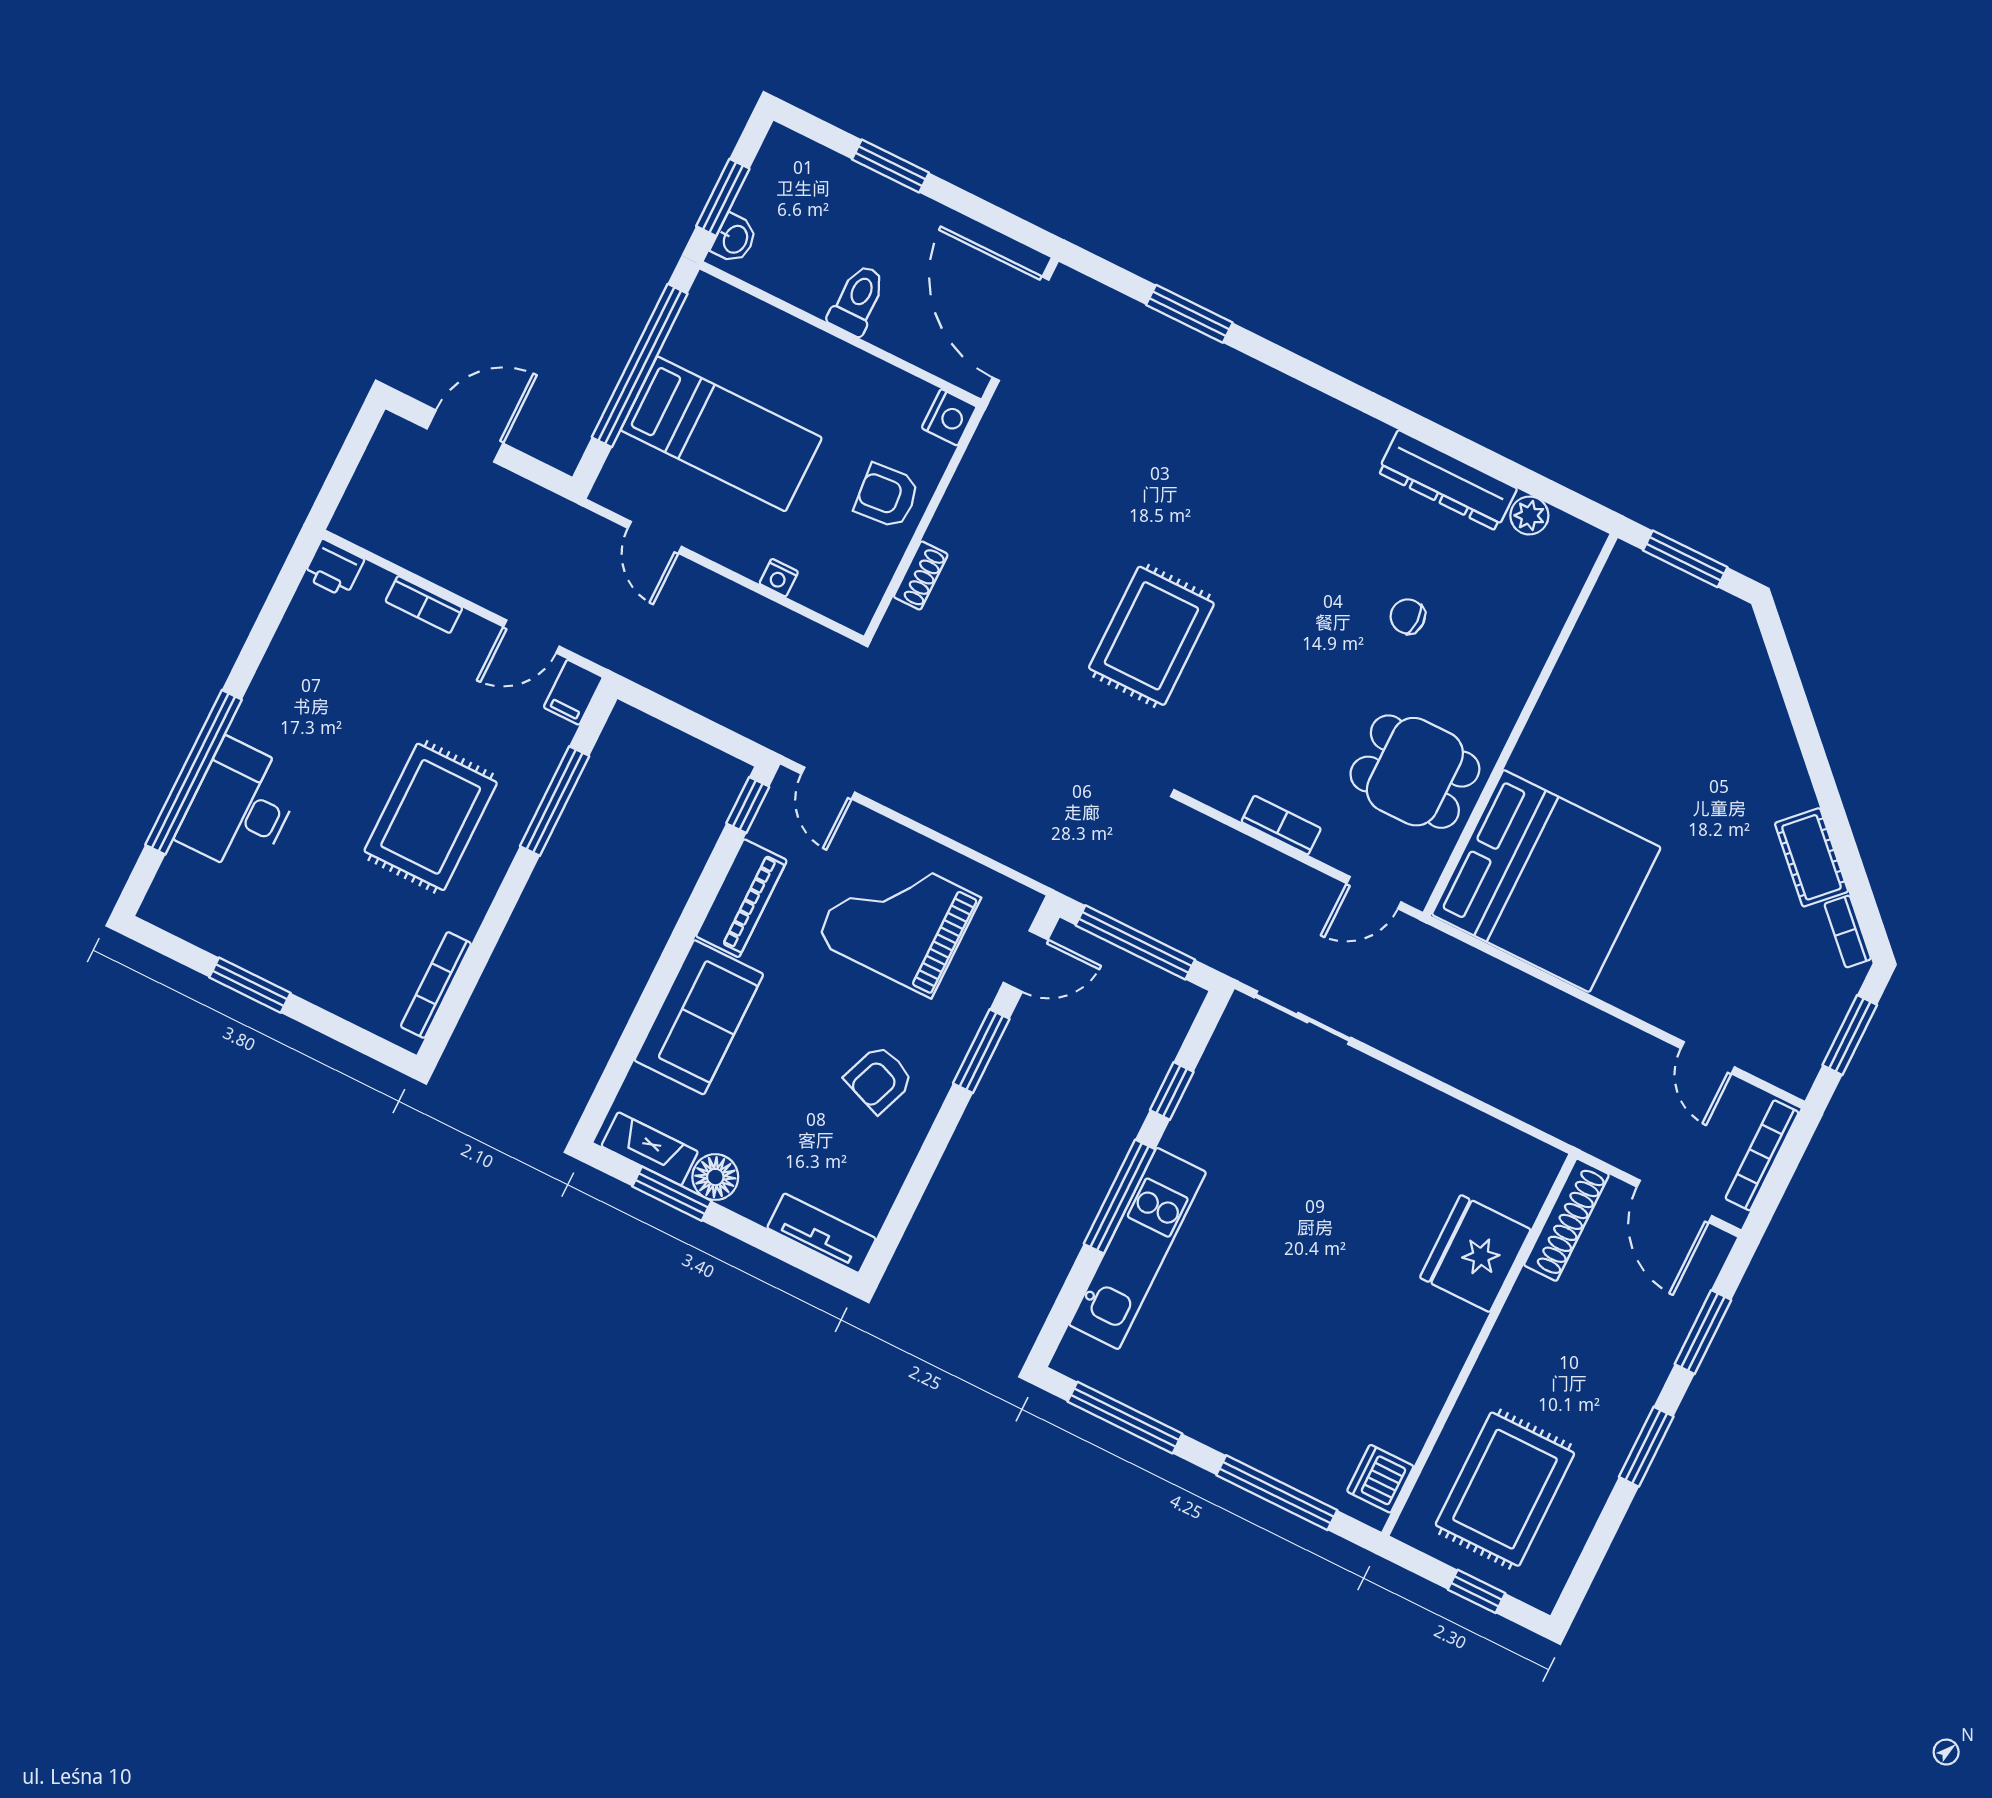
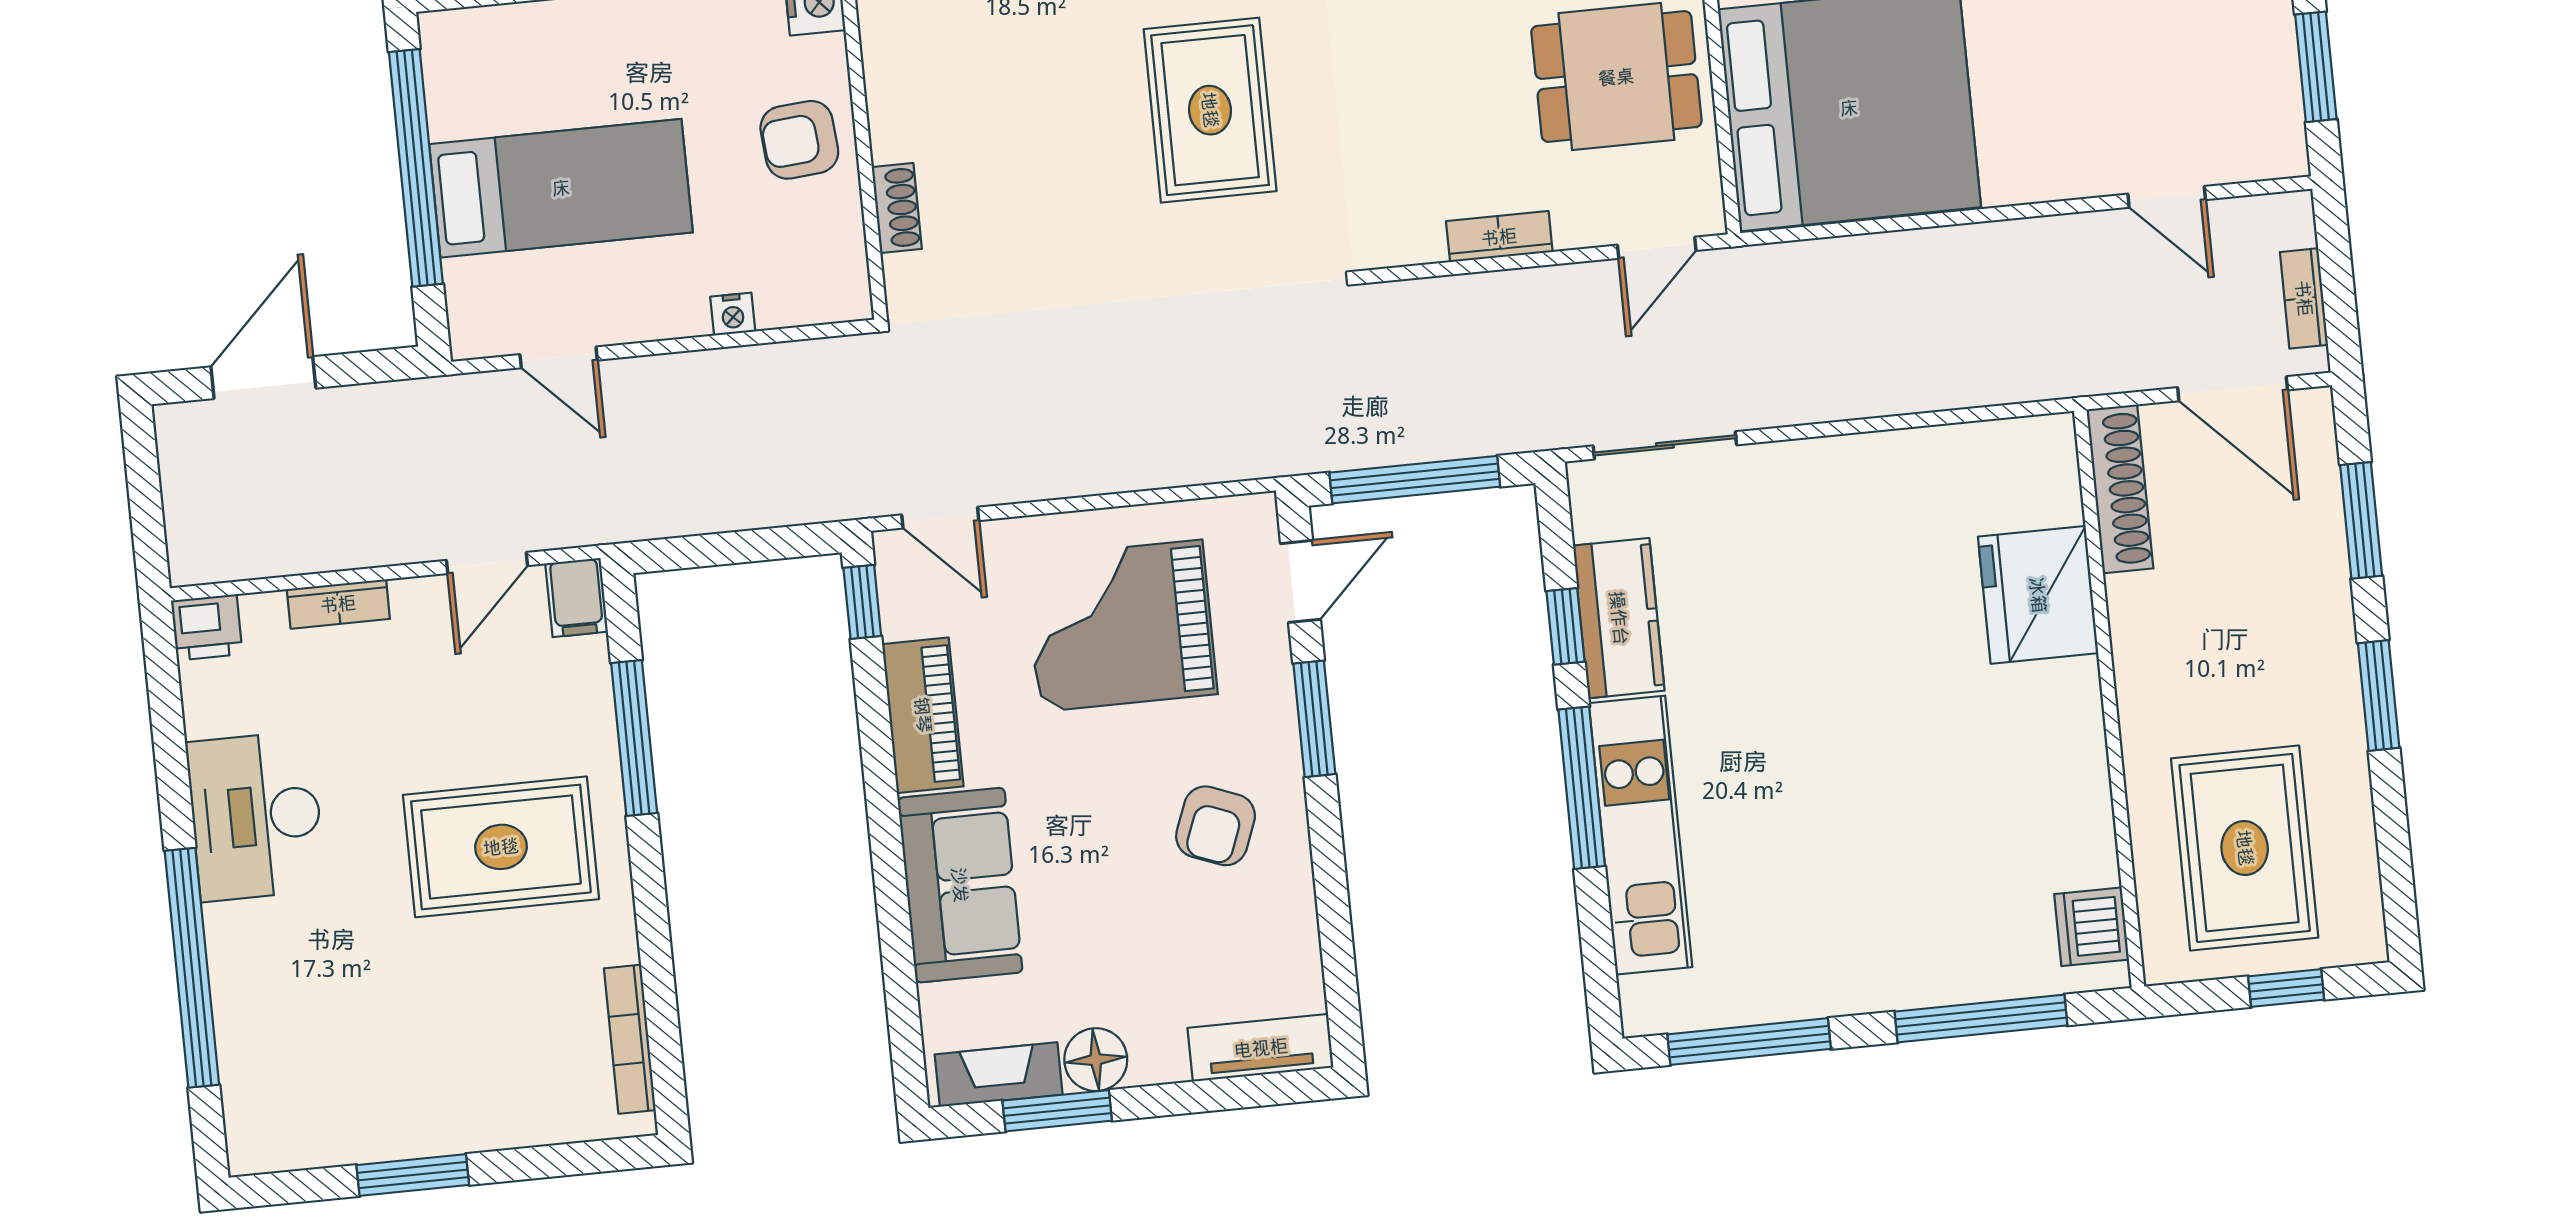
desk: (240, 807) -> (256, 816), moved
rug: (431, 817) -> (501, 847), turned 90
kitchen counter: (1208, 1106) -> (1619, 618), added
bookcase: (1762, 1155) -> (2304, 298), width x0.64

